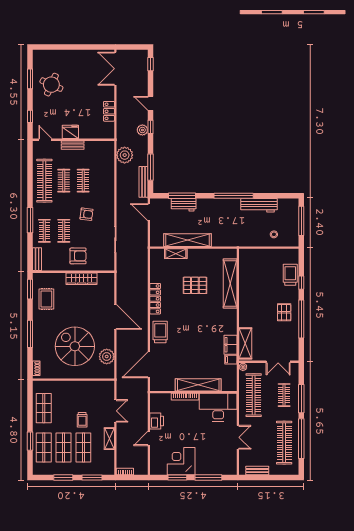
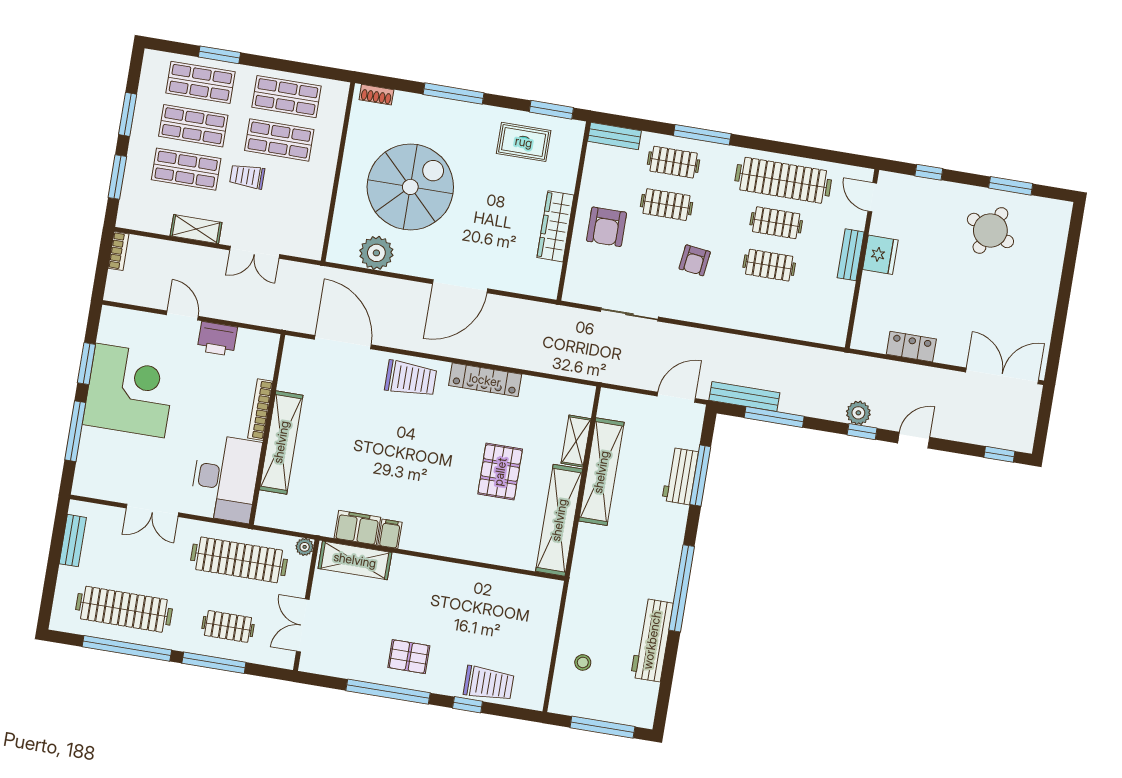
door: (45, 140) -> (872, 197), swing flipped
plant: (125, 155) -> (810, 365), removed
shelving: (230, 283) -> (559, 520), moved, turned 90
filing cabinet: (231, 360) -> (390, 534), moved
shop shelf: (64, 408) -> (279, 140), added
corner desk: (181, 461) -> (130, 390), width x1.36, depth x1.36

